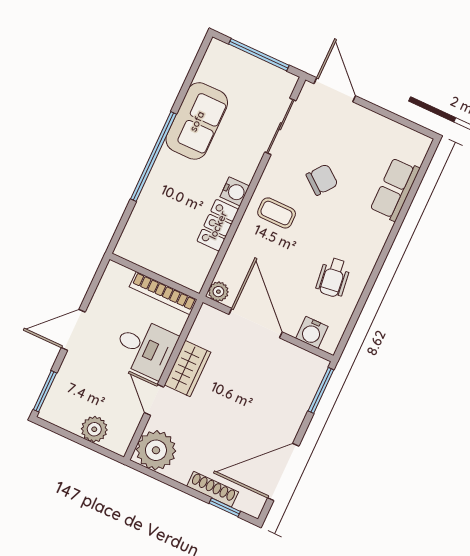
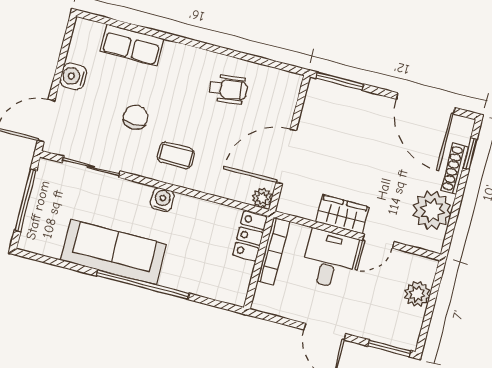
sofa: (197, 121) -> (113, 252), width x1.36
chair: (322, 180) -> (135, 117), turned 52
coffee table: (277, 213) -> (176, 155), turned 90
locker: (218, 225) -> (250, 236), moved, turned 90
water cooler: (312, 332) -> (73, 76), moved, turned 180
plant: (156, 450) -> (432, 210), moved

